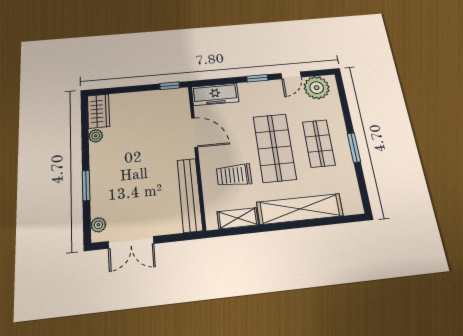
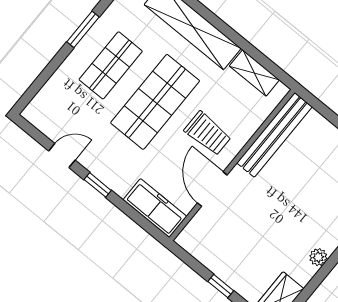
window: (170, 86) -> (221, 286), moved
plant: (317, 88) -> (51, 119), removed
plant: (96, 136) -> (318, 257), moved
trolley: (234, 175) -> (208, 133), moved

